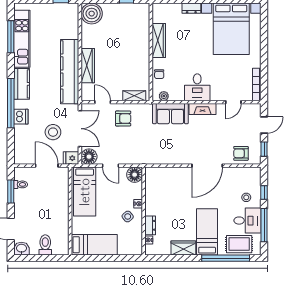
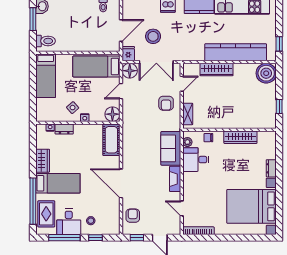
kitchen counter: (70, 72) -> (236, 52), moved
desk: (197, 87) -> (196, 160), moved
cot: (161, 176) -> (111, 140), added
toilet: (45, 245) -> (45, 41), moved
window: (35, 258) -> (33, 19), added

